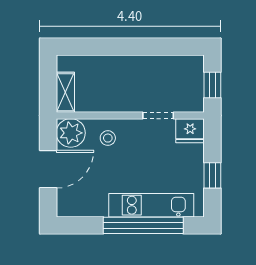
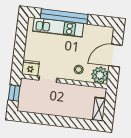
shelving: (65, 92) -> (99, 109), moved
window: (212, 175) -> (20, 40), removed

